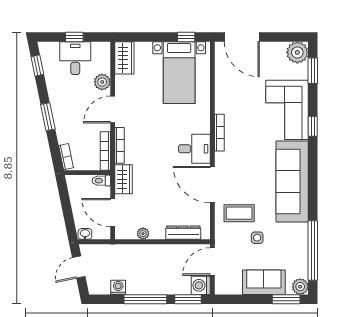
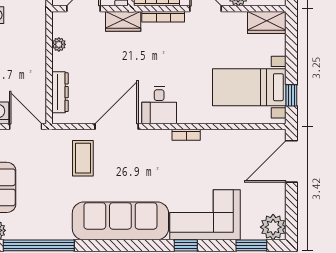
bookcase: (219, 133) -> (186, 135), width x0.64
side table: (257, 238) -> (54, 179), removed

